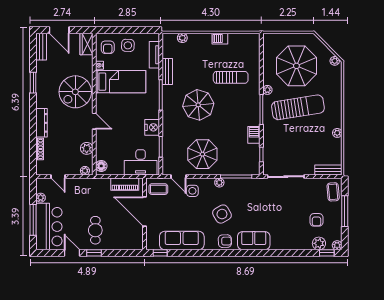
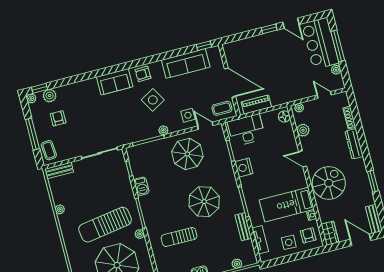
cafe table: (95, 230) -> (274, 52), removed

